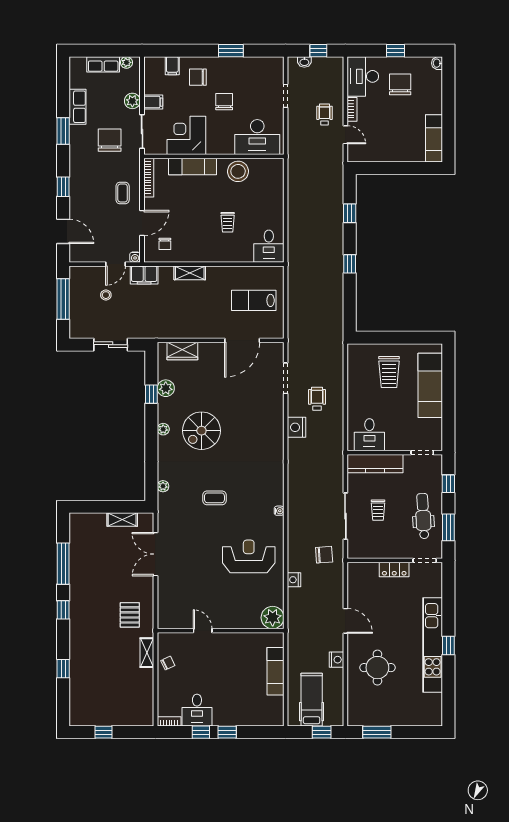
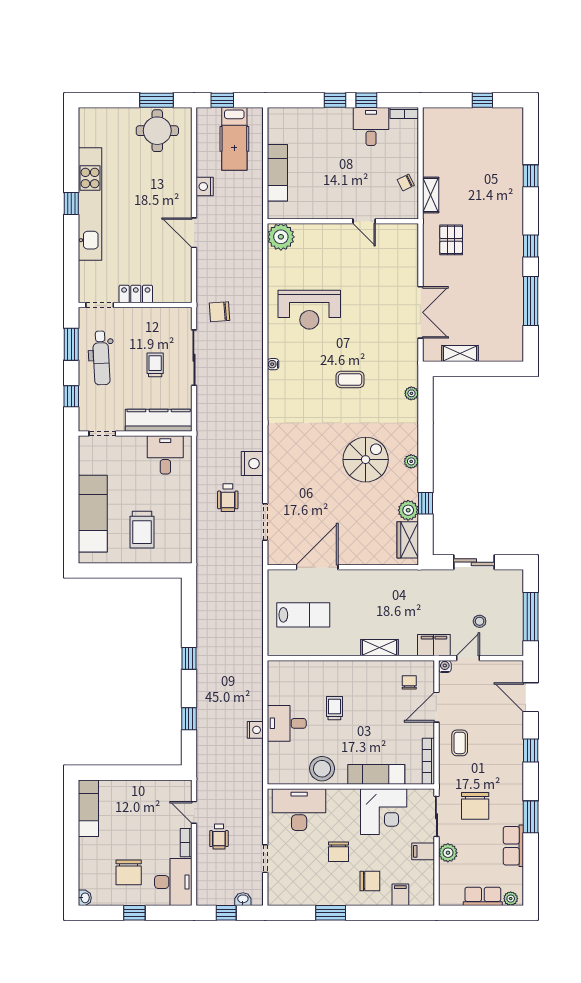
plant: (126, 62) -> (511, 899), moved
desk: (269, 246) -> (287, 723), moved, turned -90
wardrobe: (182, 351) -> (408, 540), moved, turned -90
trolley: (389, 372) -> (142, 530), turned 180
nightstand: (294, 580) -> (255, 730), moved
round table: (377, 668) -> (157, 131), moved

